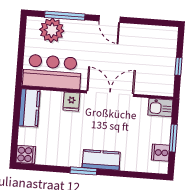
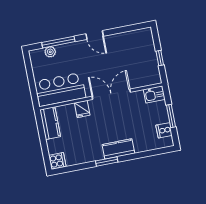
plant: (52, 30) -> (50, 52), width x0.53, depth x0.53

